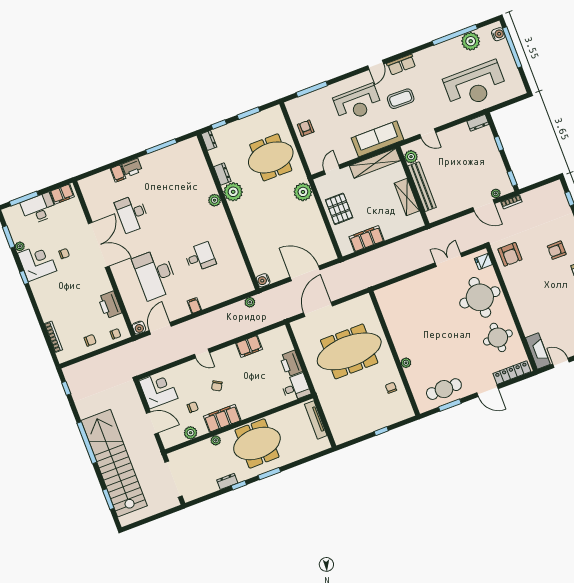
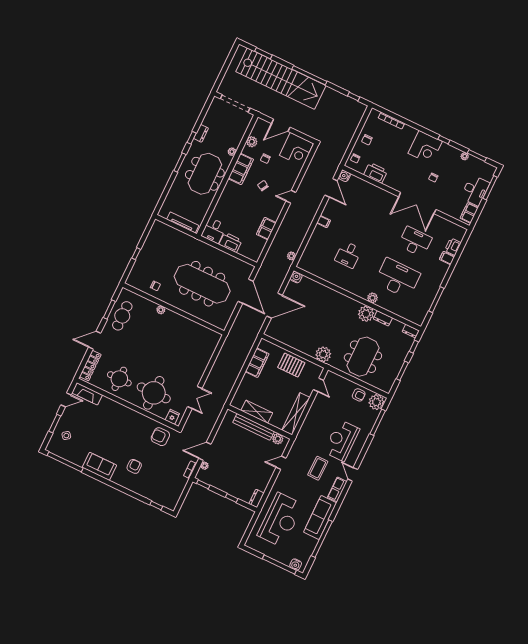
plant: (471, 41) -> (376, 402), moved
reception desk: (475, 85) -> (280, 520), turned 180
sofa: (378, 139) -> (320, 517), moved, turned 180
printer: (132, 168) -> (453, 247), moved
corner desk: (37, 262) -> (425, 147), moved
desk: (155, 274) -> (398, 278), moved
meeting table: (349, 351) -> (202, 284), turned 90

